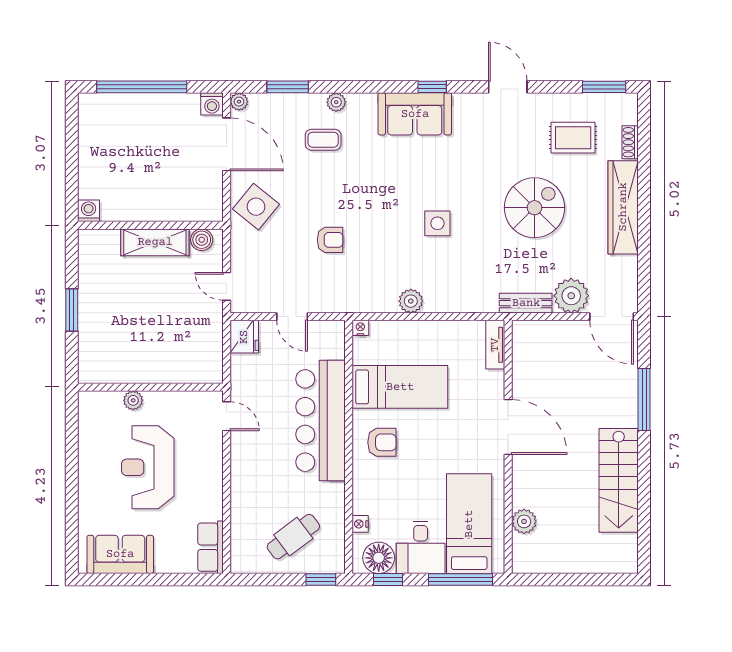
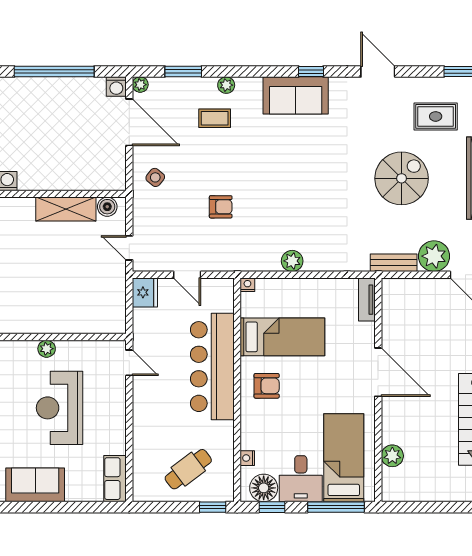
side table: (256, 207) -> (155, 177), width x0.54, depth x0.54
side table: (437, 223) -> (316, 192), removed

